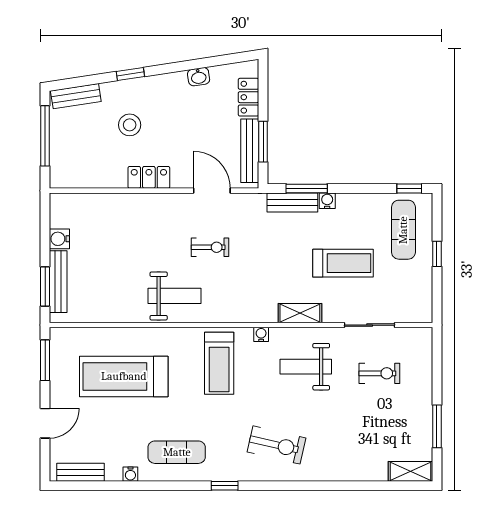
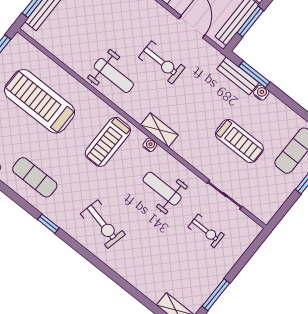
exercise bike: (210, 247) -> (162, 62), width x1.38, depth x1.39
shelving: (300, 313) -> (159, 130), moved

